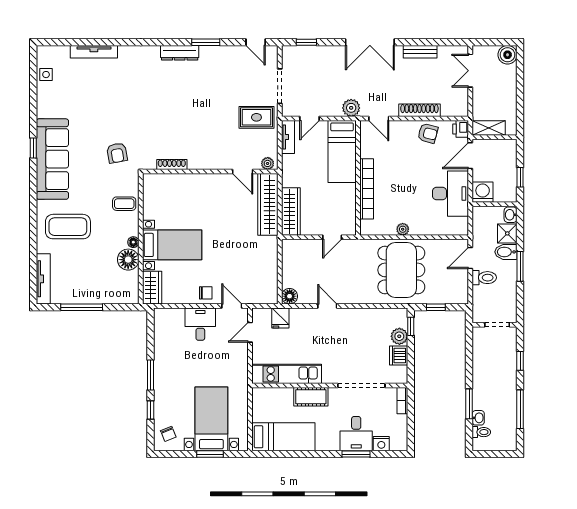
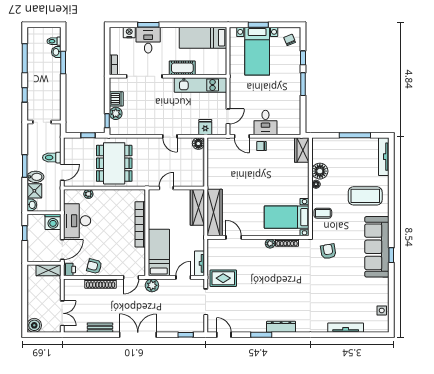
door: (379, 118) -> (131, 277), swing flipped
plant: (268, 163) -> (270, 243), moved
plant: (403, 229) -> (88, 194), moved
bed with nightstands: (172, 245) -> (287, 217), moved

